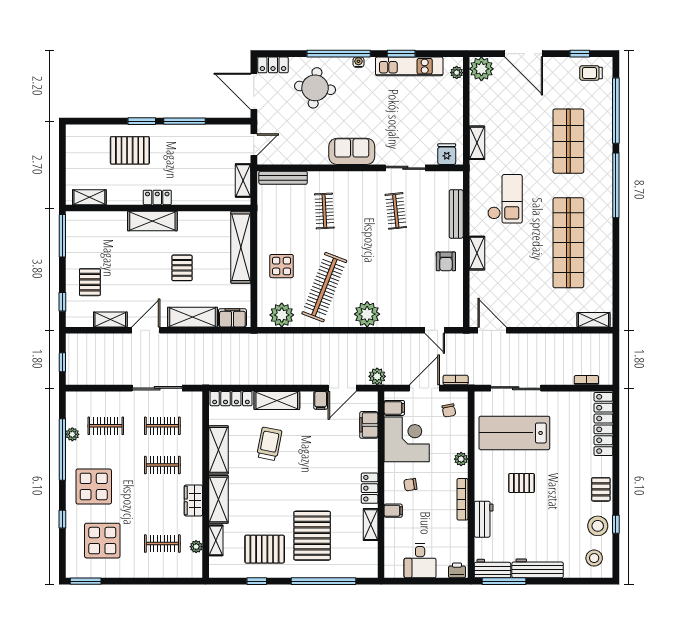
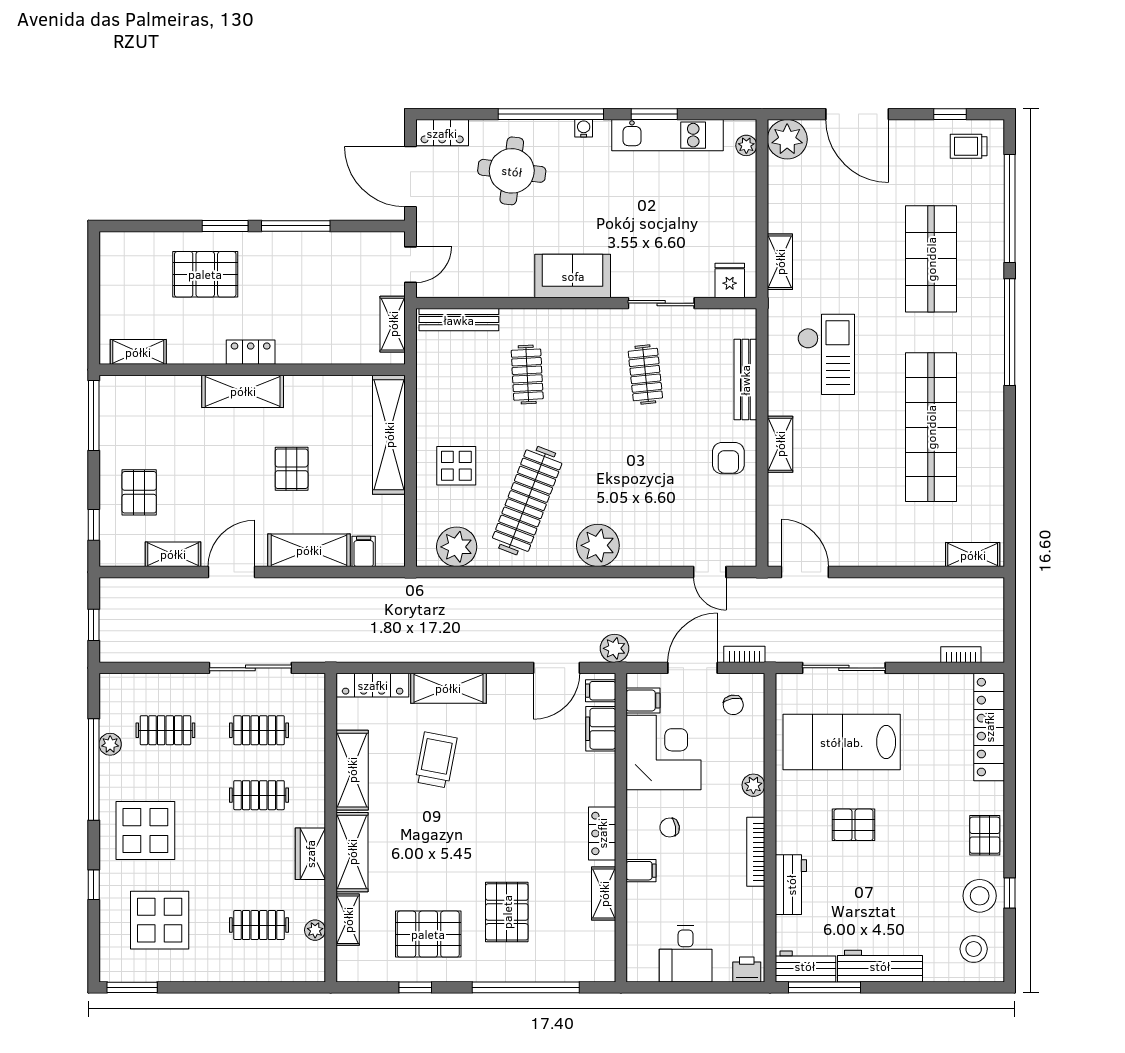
filing cabinet: (232, 318) -> (364, 551), width x0.50
filing cabinet: (321, 400) -> (601, 691), moved, turned 90
pallet: (312, 536) -> (507, 912), width x0.73, depth x0.71

